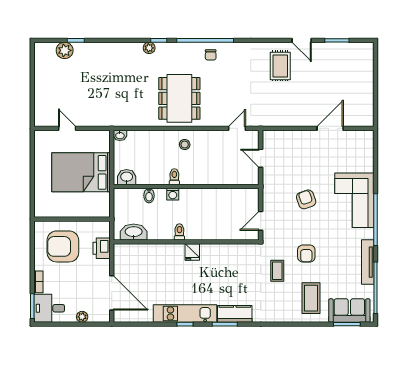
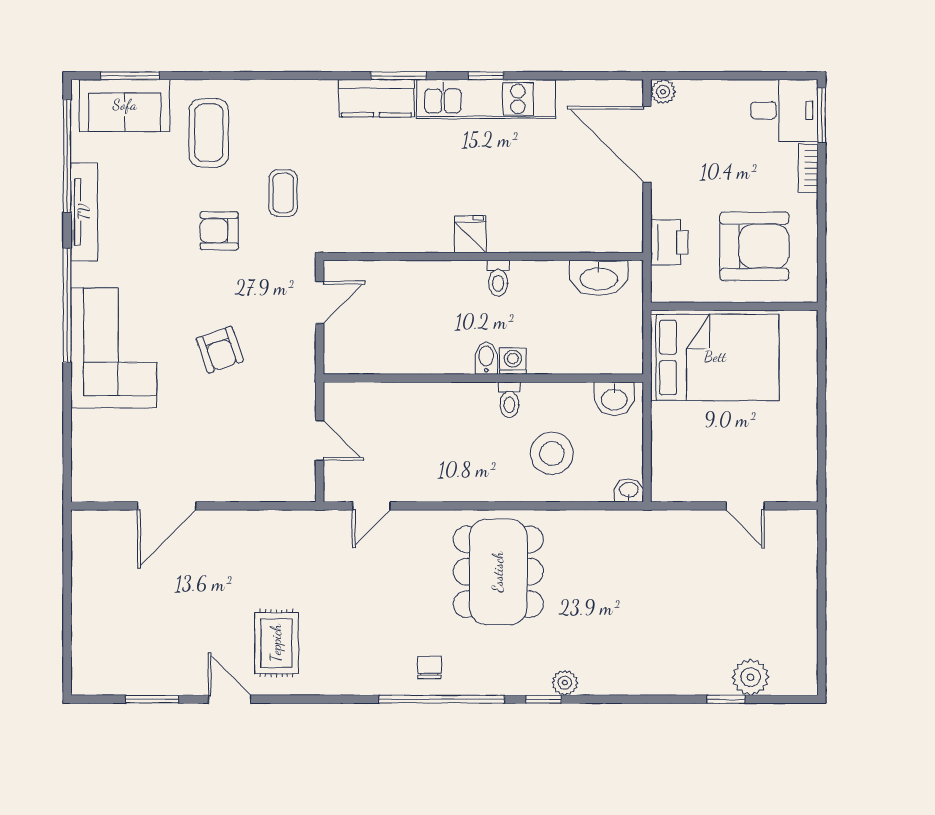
stool: (185, 145) -> (552, 453), moved, width x1.89, depth x1.89
bed: (81, 172) -> (715, 357), moved
bidet: (149, 196) -> (486, 358), moved
armchair: (306, 254) -> (219, 231), turned -90
plant: (82, 317) -> (663, 92), moved

